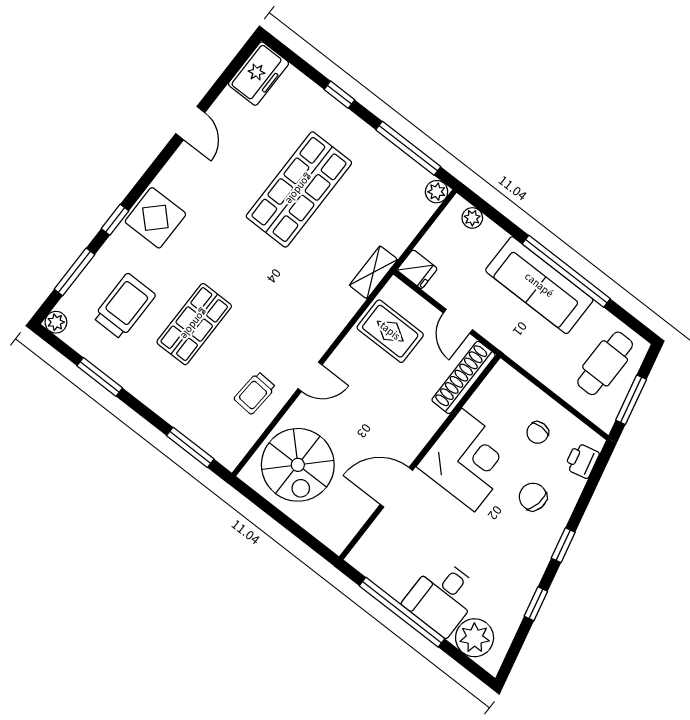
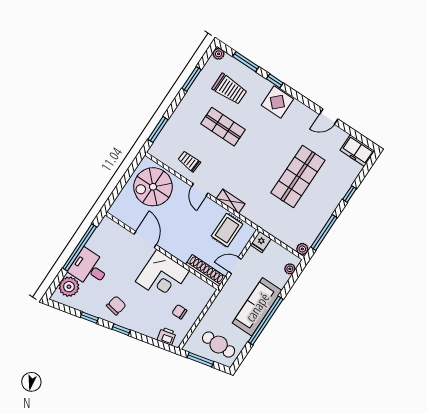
shop shelf: (299, 189) -> (298, 176), turned 90
shelving: (373, 272) -> (231, 201), moved
chair: (533, 497) -> (116, 305), moved

